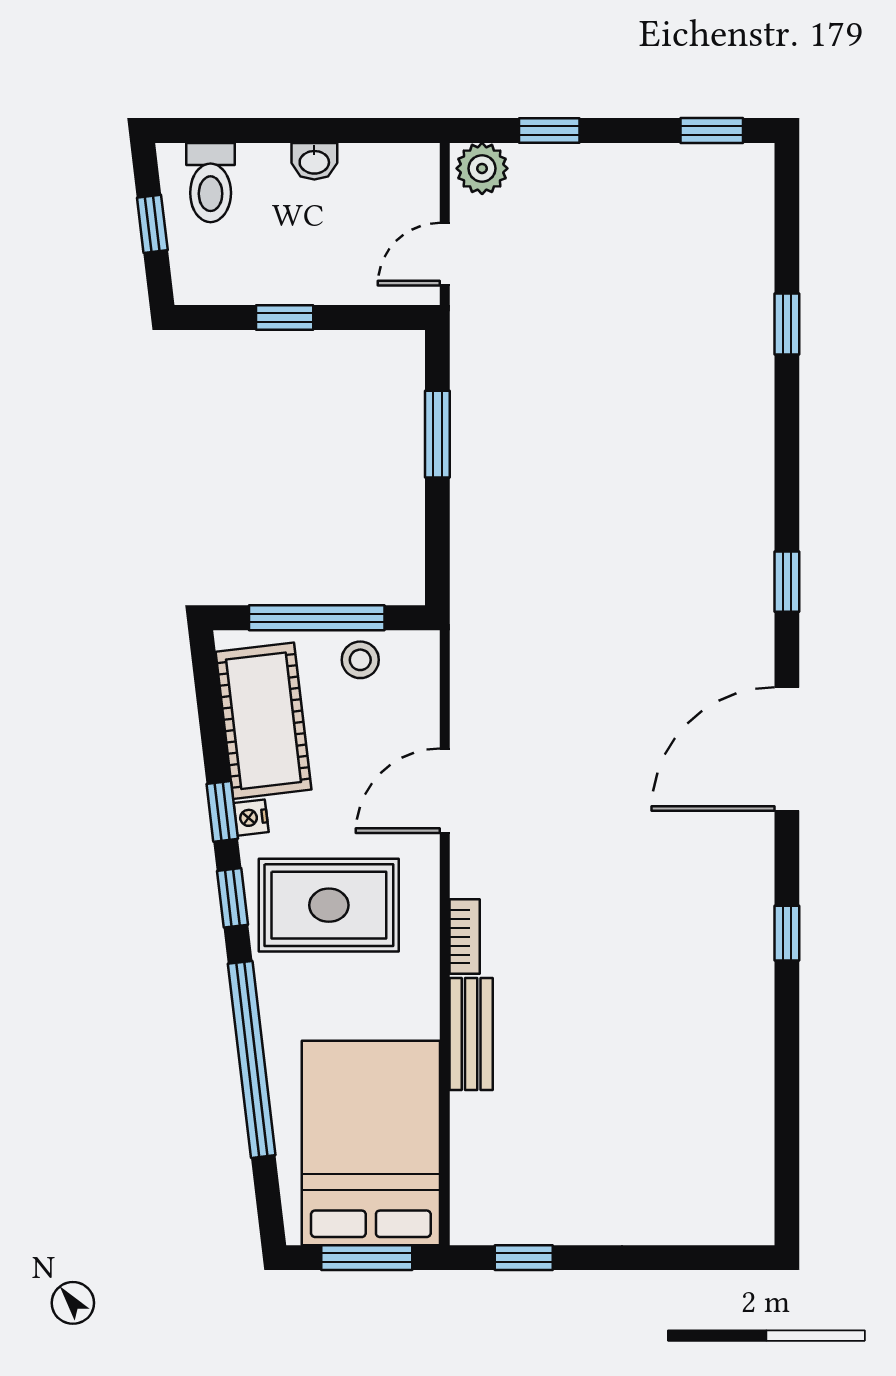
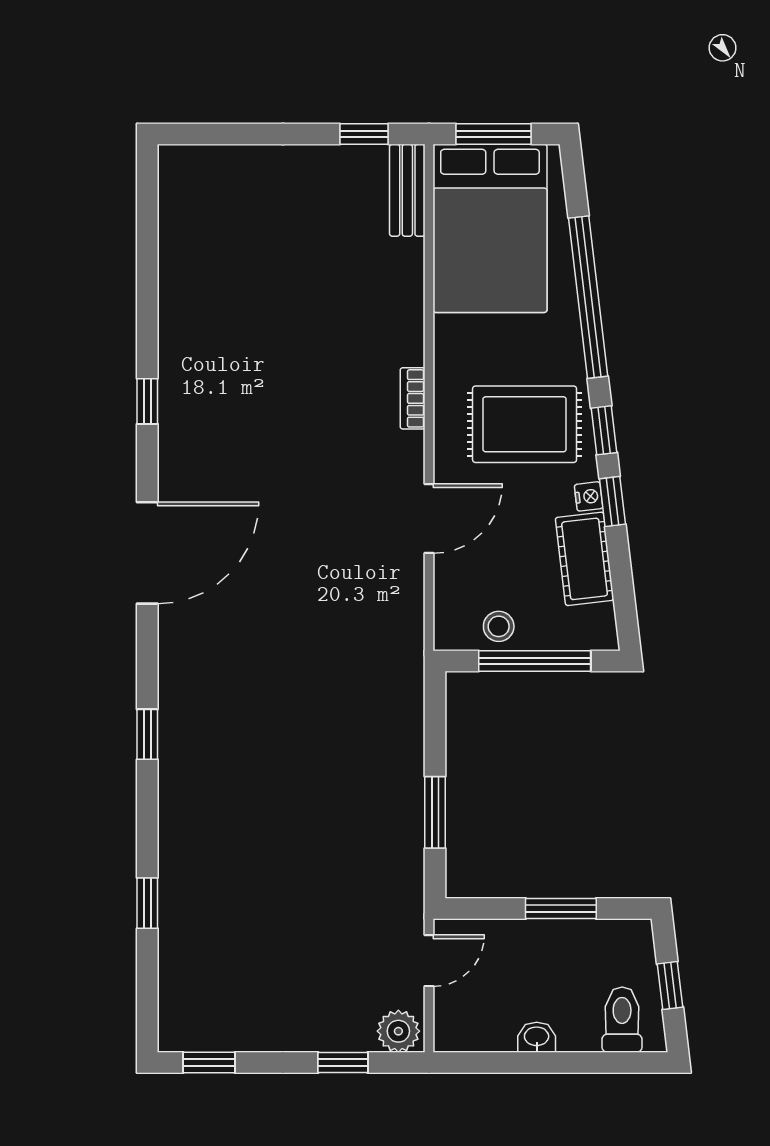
window: (285, 318) -> (561, 908), width x1.50
window: (787, 582) -> (147, 734), moved
cot: (264, 721) -> (585, 559), width x0.73, depth x0.75
bench: (471, 1034) -> (407, 190), moved

